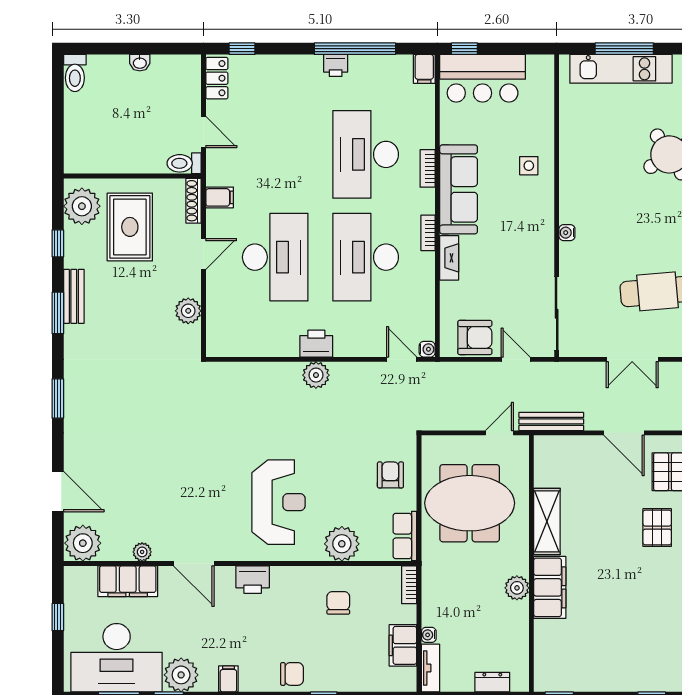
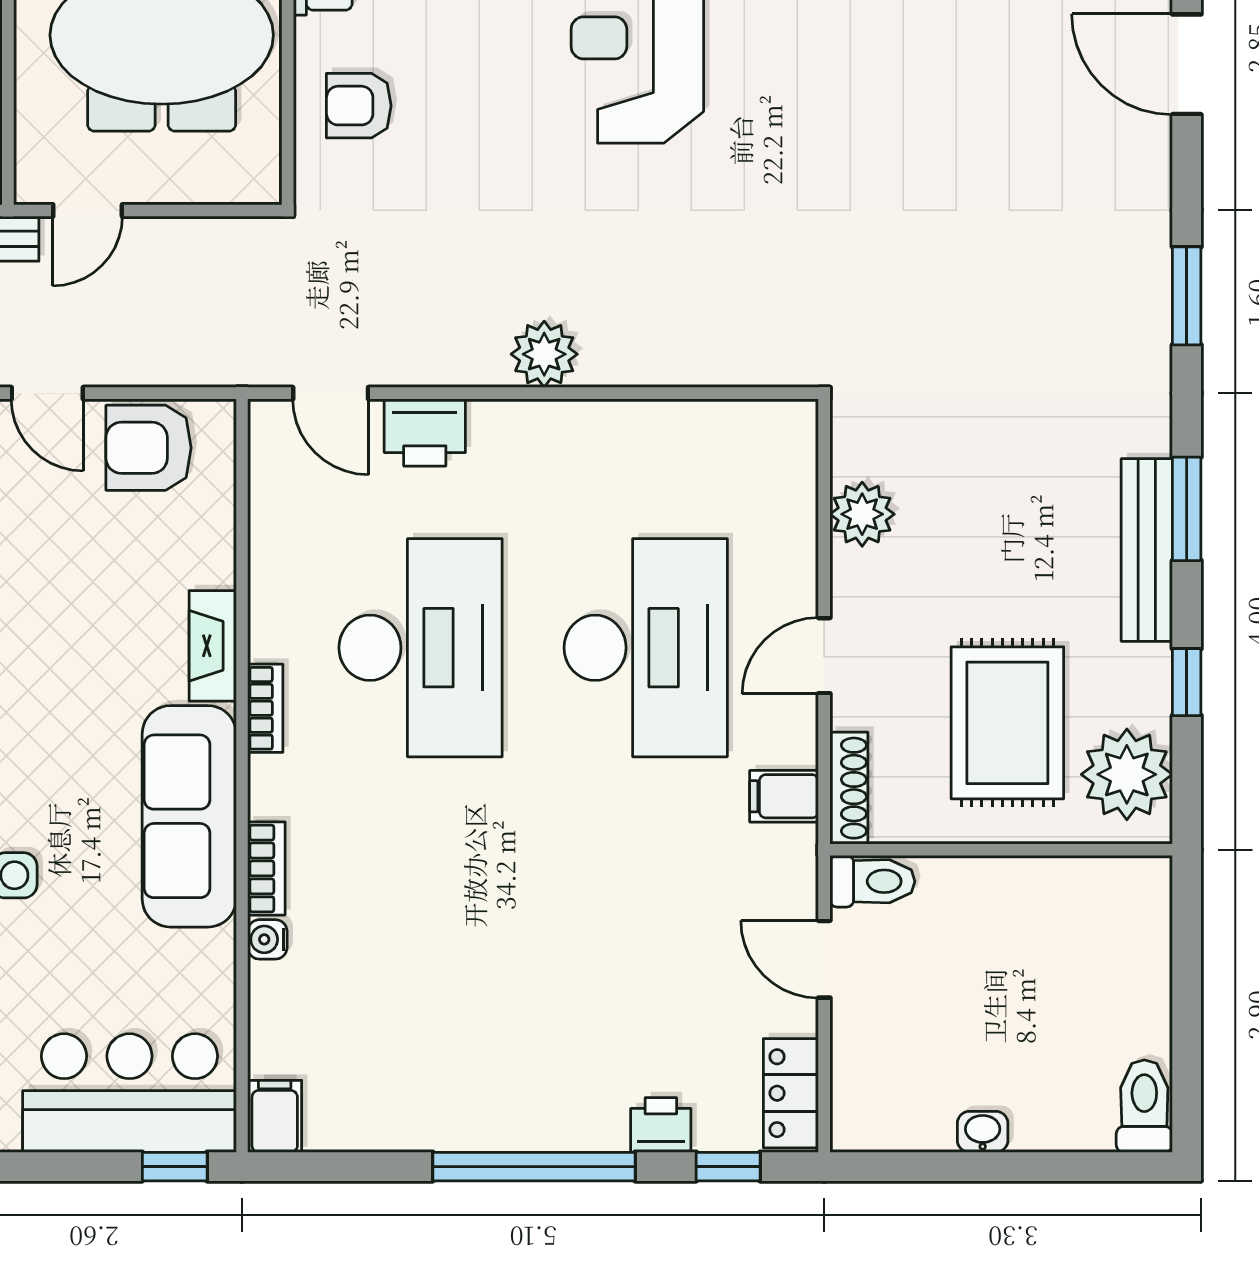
window: (355, 49) -> (534, 1167), moved
printer: (336, 65) -> (661, 1125), moved
desk: (366, 154) -> (421, 903), removed
desk: (275, 257) -> (646, 648), turned 180
bench: (74, 296) -> (1147, 550), width x1.36
printer: (316, 344) -> (425, 432), moved
water cooler: (427, 349) -> (267, 939), moved
armchair: (390, 475) -> (359, 106), turned 90

